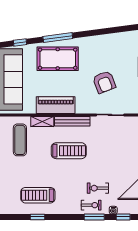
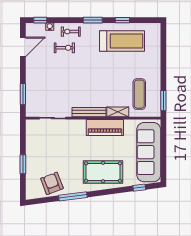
window: (58, 37) -> (73, 196), moved
armchair: (104, 82) -> (52, 183), moved
treadmill: (69, 151) -> (92, 84), removed
treadmill: (38, 195) -> (122, 41), width x1.37, depth x1.38
window: (94, 217) -> (93, 20), moved

